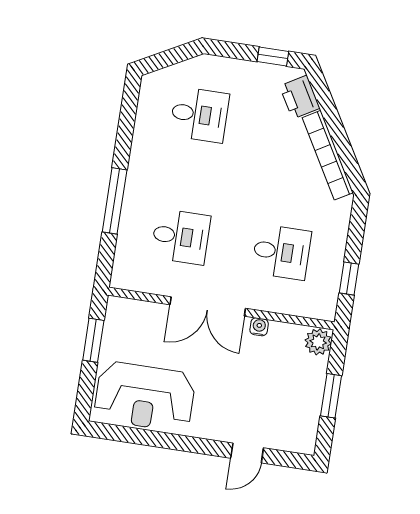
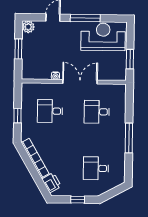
window: (273, 57) -> (78, 200), moved
window: (115, 201) -> (129, 138), moved
window: (349, 278) -> (18, 116), moved
plant: (318, 342) -> (28, 27), moved
window: (178, 442) -> (85, 18), added

